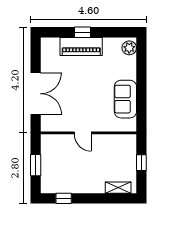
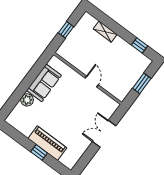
plant: (129, 48) -> (27, 100), moved
double door: (36, 94) -> (104, 134), width x0.73
shelving: (118, 188) -> (105, 32), moved

